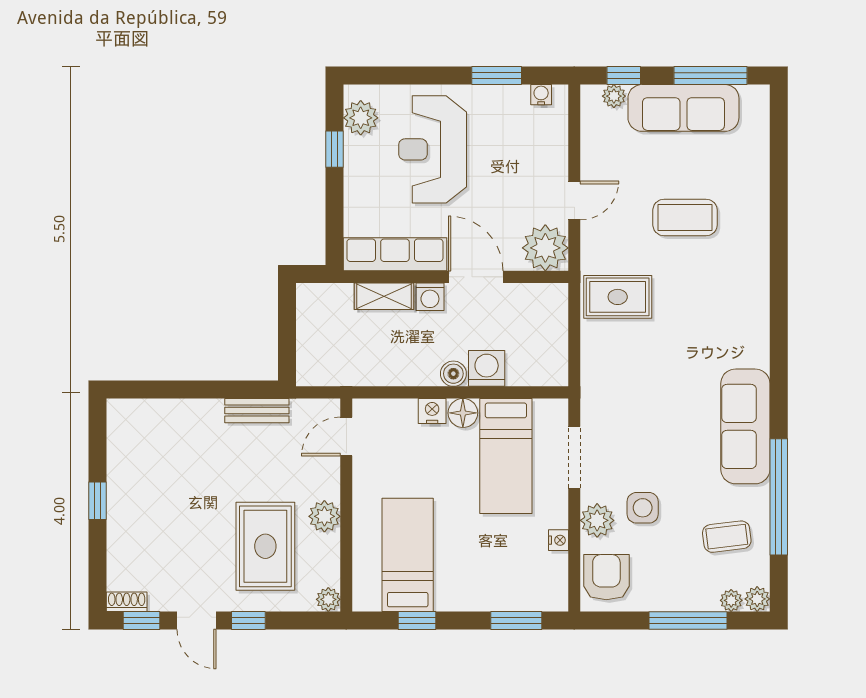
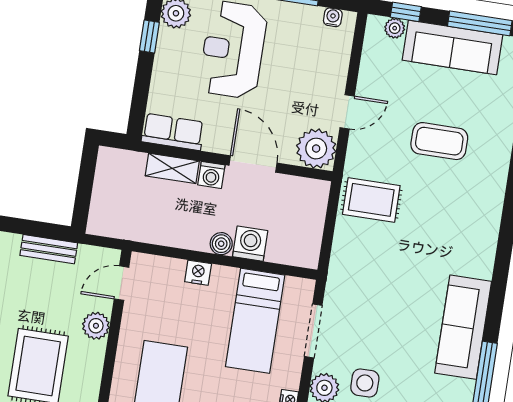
row of seats: (395, 254) -> (173, 132), width x0.68
floor lamp: (463, 413) -> (224, 278), removed
plant: (324, 516) -> (96, 326), moved

